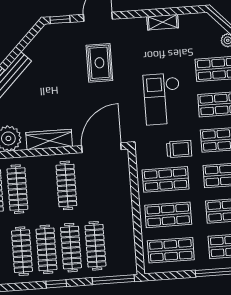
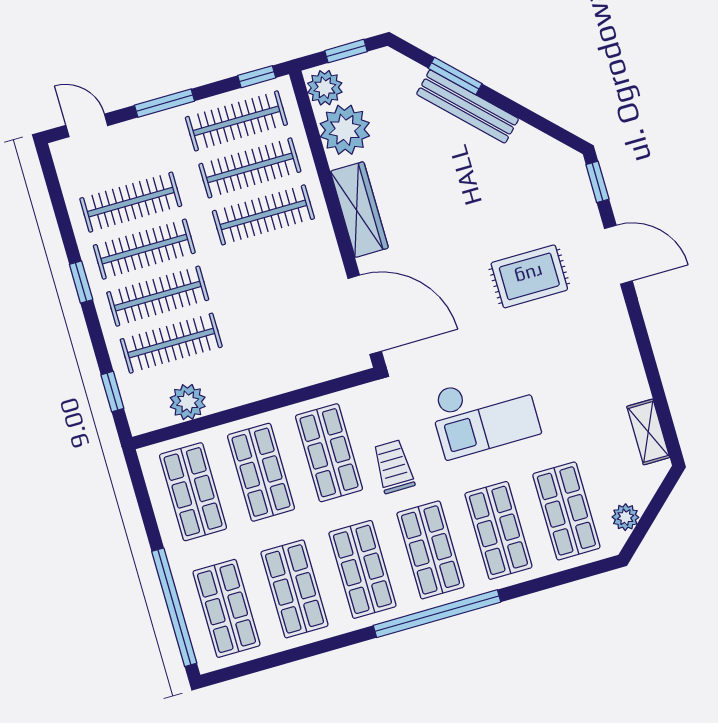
shelving: (163, 22) -> (648, 432), moved
checkout: (162, 99) -> (484, 413), turned 180
trolley: (179, 149) -> (394, 467), turned 180
clothes rail: (66, 185) -> (263, 215), moved
plant: (126, 244) -> (188, 402), added
window: (113, 280) -> (112, 392), width x0.46

